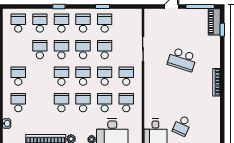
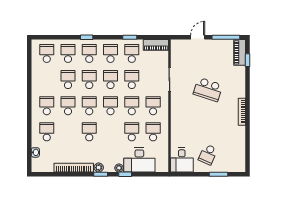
piano: (129, 14) -> (156, 45), added
school desk: (83, 103) -> (68, 106), moved

